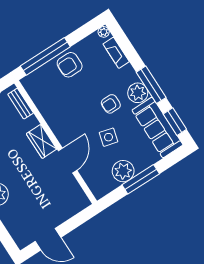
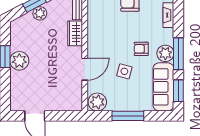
wardrobe: (42, 141) -> (75, 33), moved
plant: (123, 171) -> (97, 102), moved

